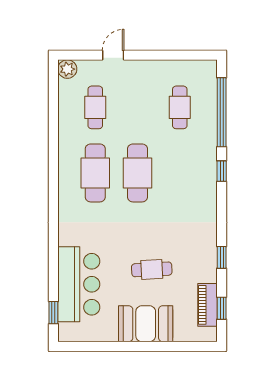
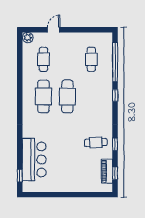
cafe table: (152, 269) -> (96, 142), moved
booth: (146, 324) -> (72, 182), removed

